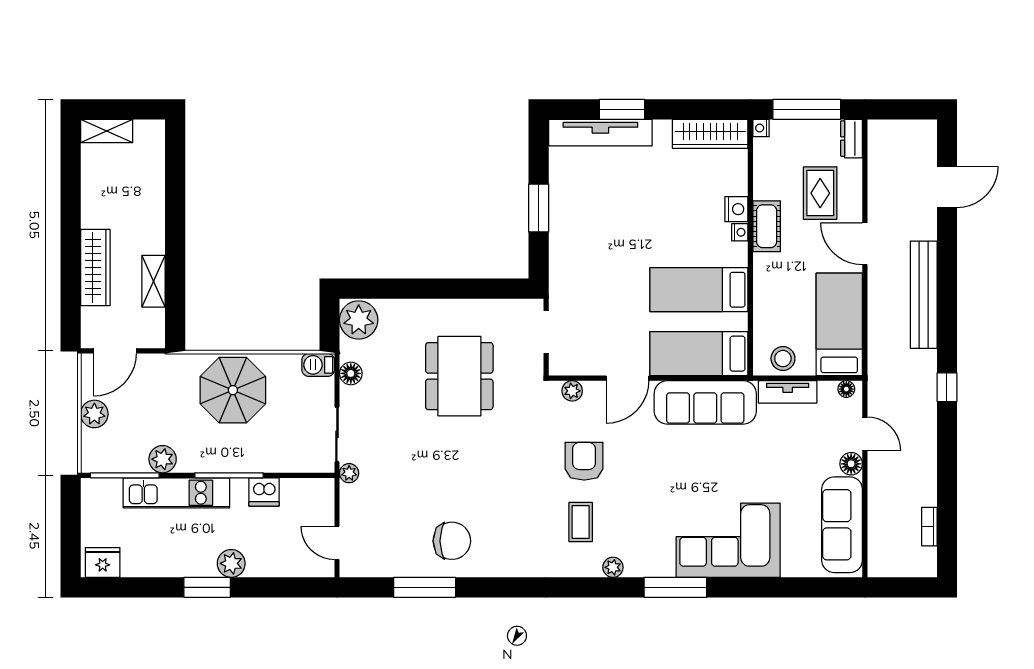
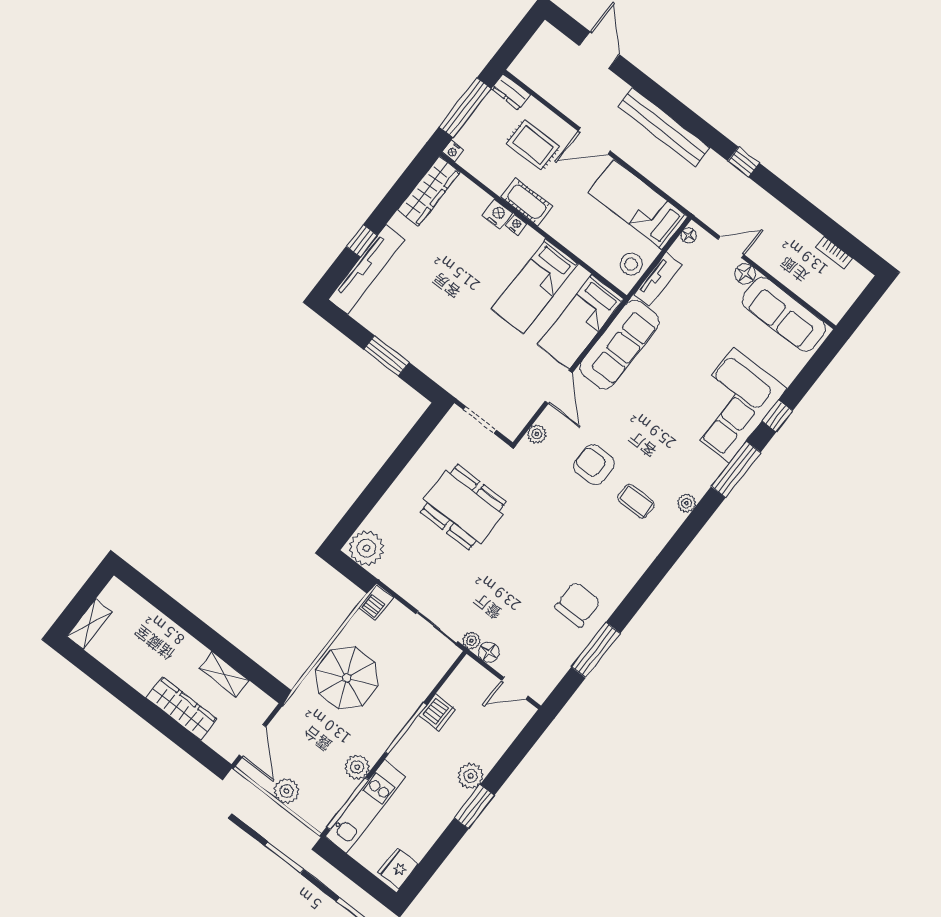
window: (622, 109) -> (362, 241), width x0.67
floor lamp: (351, 373) -> (489, 652), moved
kitchen unit: (176, 493) -> (365, 807), moved
window: (750, 587) -> (777, 416), added

